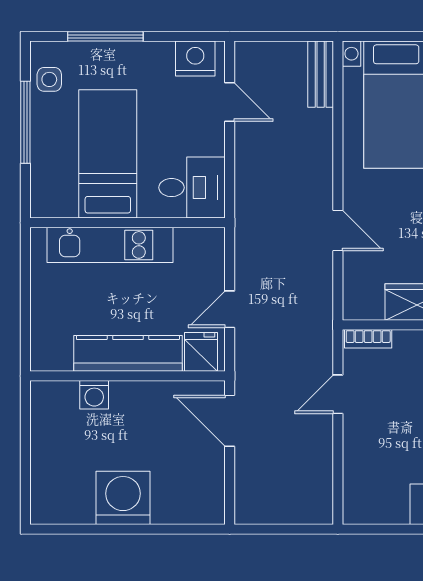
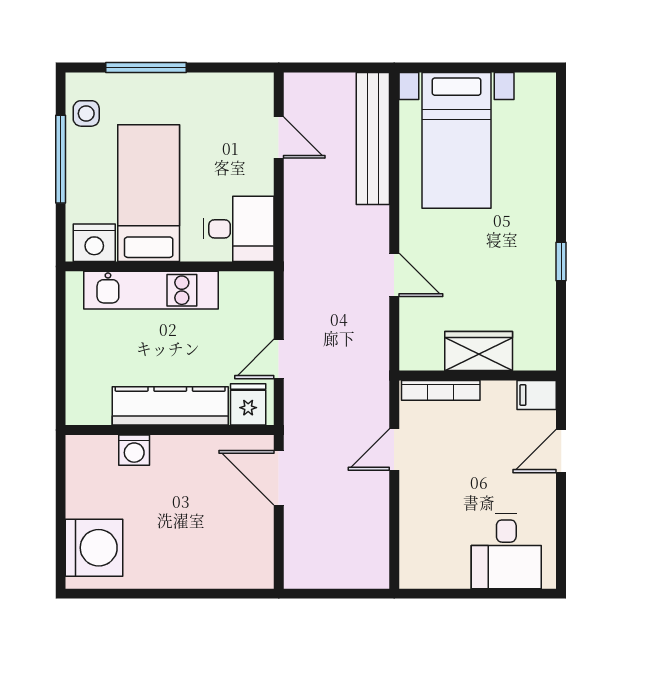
nightstand: (195, 59) -> (94, 243), moved, turned 180
bench: (321, 74) -> (373, 139), width x1.86, depth x1.21
bookcase: (368, 339) -> (441, 390), width x1.56
washing machine: (123, 498) -> (94, 548), moved, turned 90

